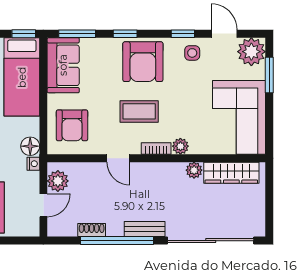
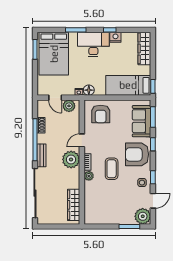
sofa: (63, 65) -> (142, 121), moved, turned 90
coffee table: (139, 111) -> (112, 169), moved
corner sofa: (239, 117) -> (105, 209), removed
armchair: (72, 125) -> (101, 114), turned -90
plant: (194, 170) -> (71, 159), moved, width x1.88, depth x1.88

